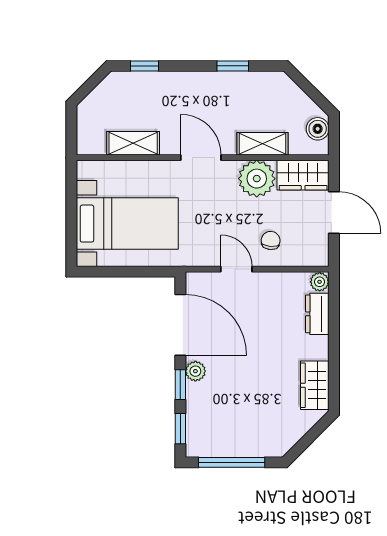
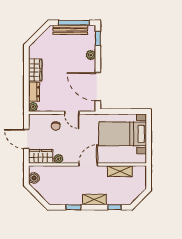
shelving: (263, 144) -> (94, 200), moved
door: (201, 158) -> (88, 165), swing flipped
plant: (257, 179) -> (58, 159), width x0.53, depth x0.53
plant: (195, 371) -> (91, 55), moved
window: (180, 385) -> (98, 59), removed
wardrobe: (315, 385) -> (35, 70), moved
bench: (240, 447) -> (70, 30), added

